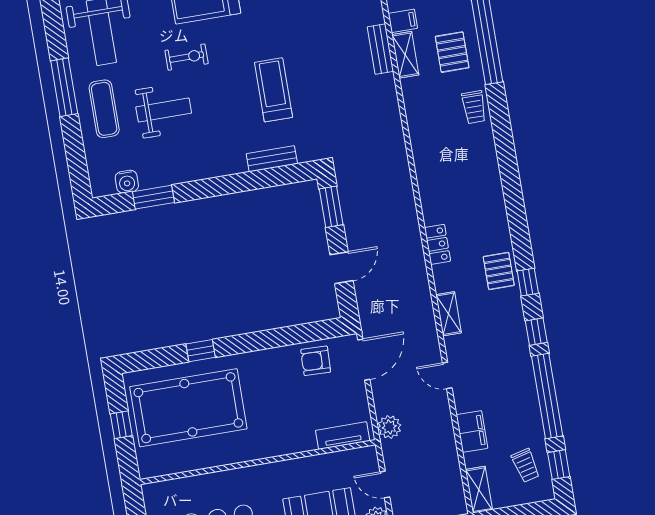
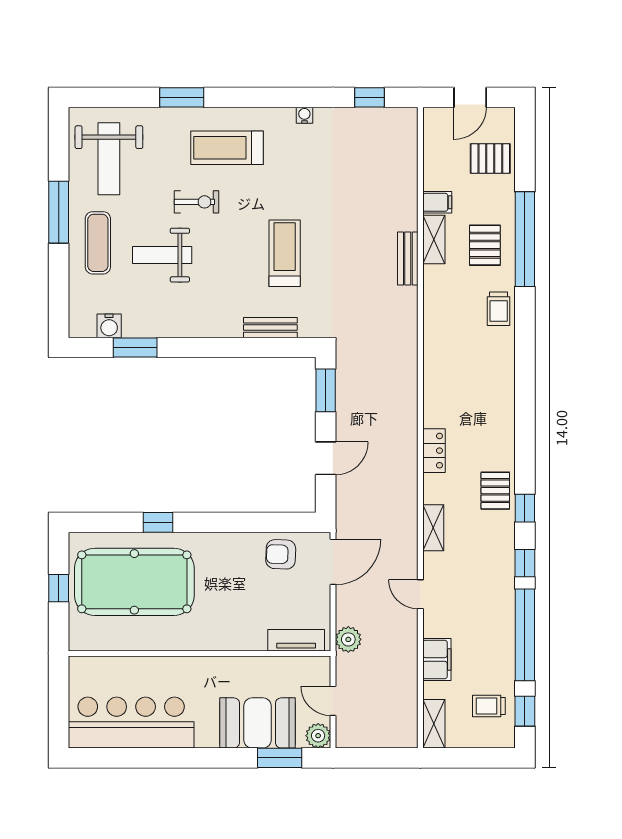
bench: (380, 49) -> (408, 258), moved
weight bench: (164, 110) -> (162, 255), turned 180
trolley: (526, 465) -> (489, 706), turned 104

